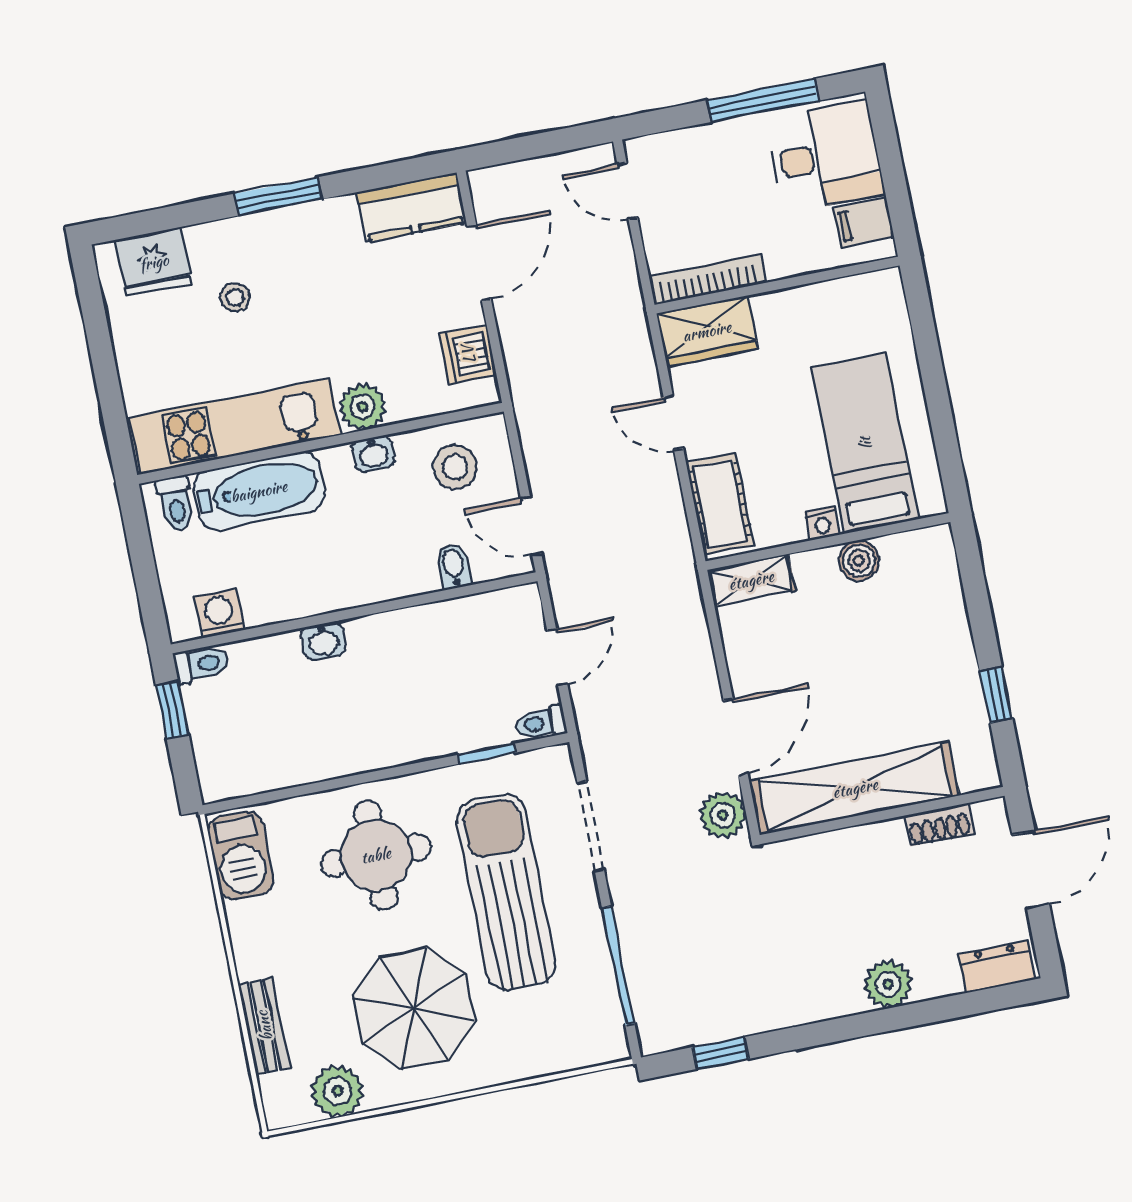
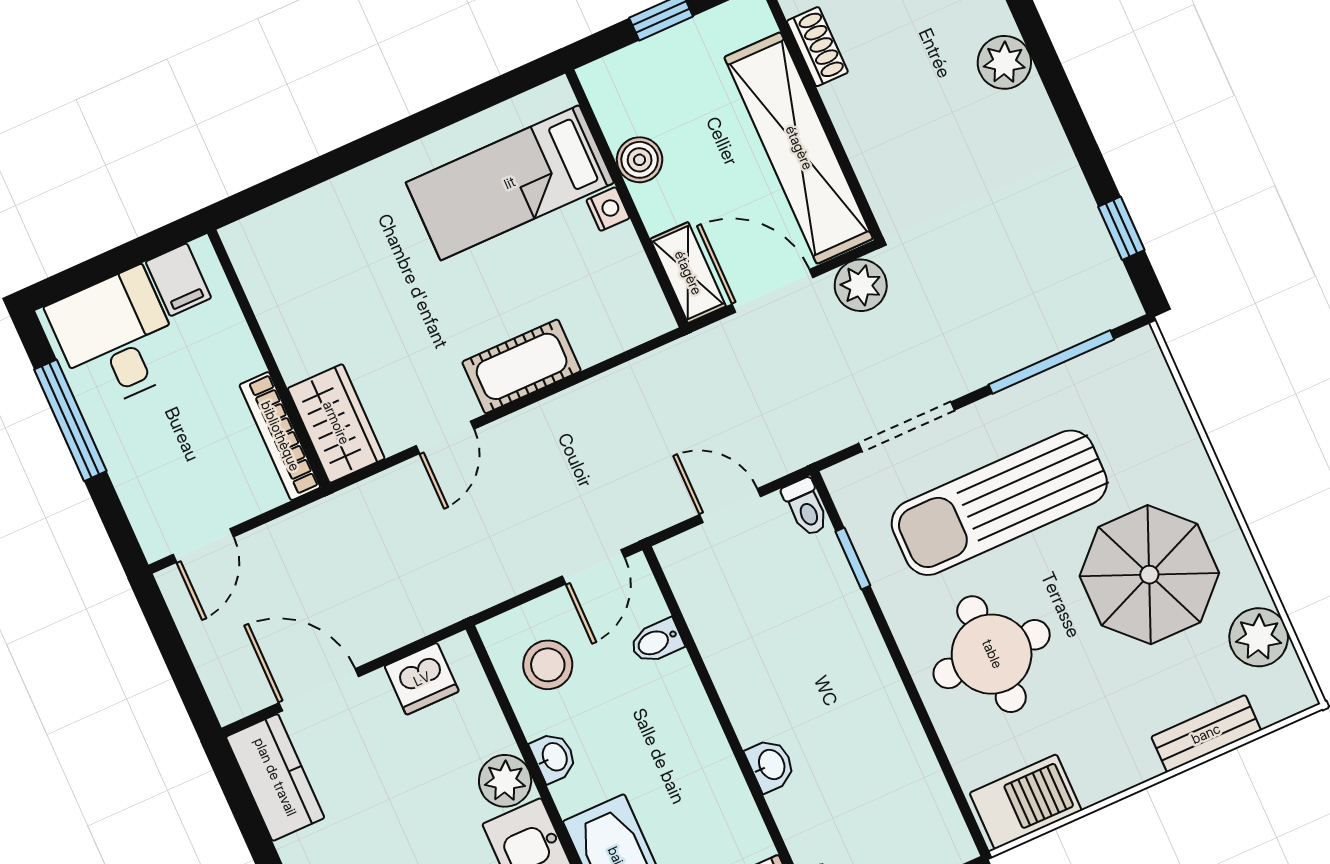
bed: (865, 443) -> (510, 183), moved
nightstand: (822, 523) -> (608, 209), moved
wall: (828, 542) -> (627, 198), moved
boiler: (859, 561) -> (640, 160), moved
shelving: (751, 580) -> (688, 273), moved

